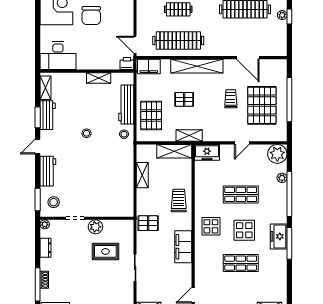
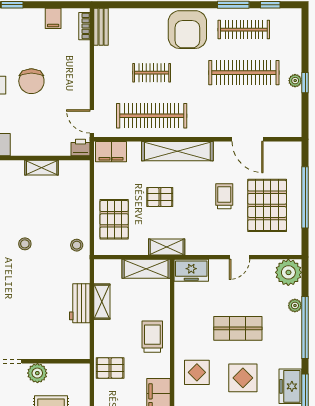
workbench: (126, 104) -> (80, 303), moved, width x0.73

